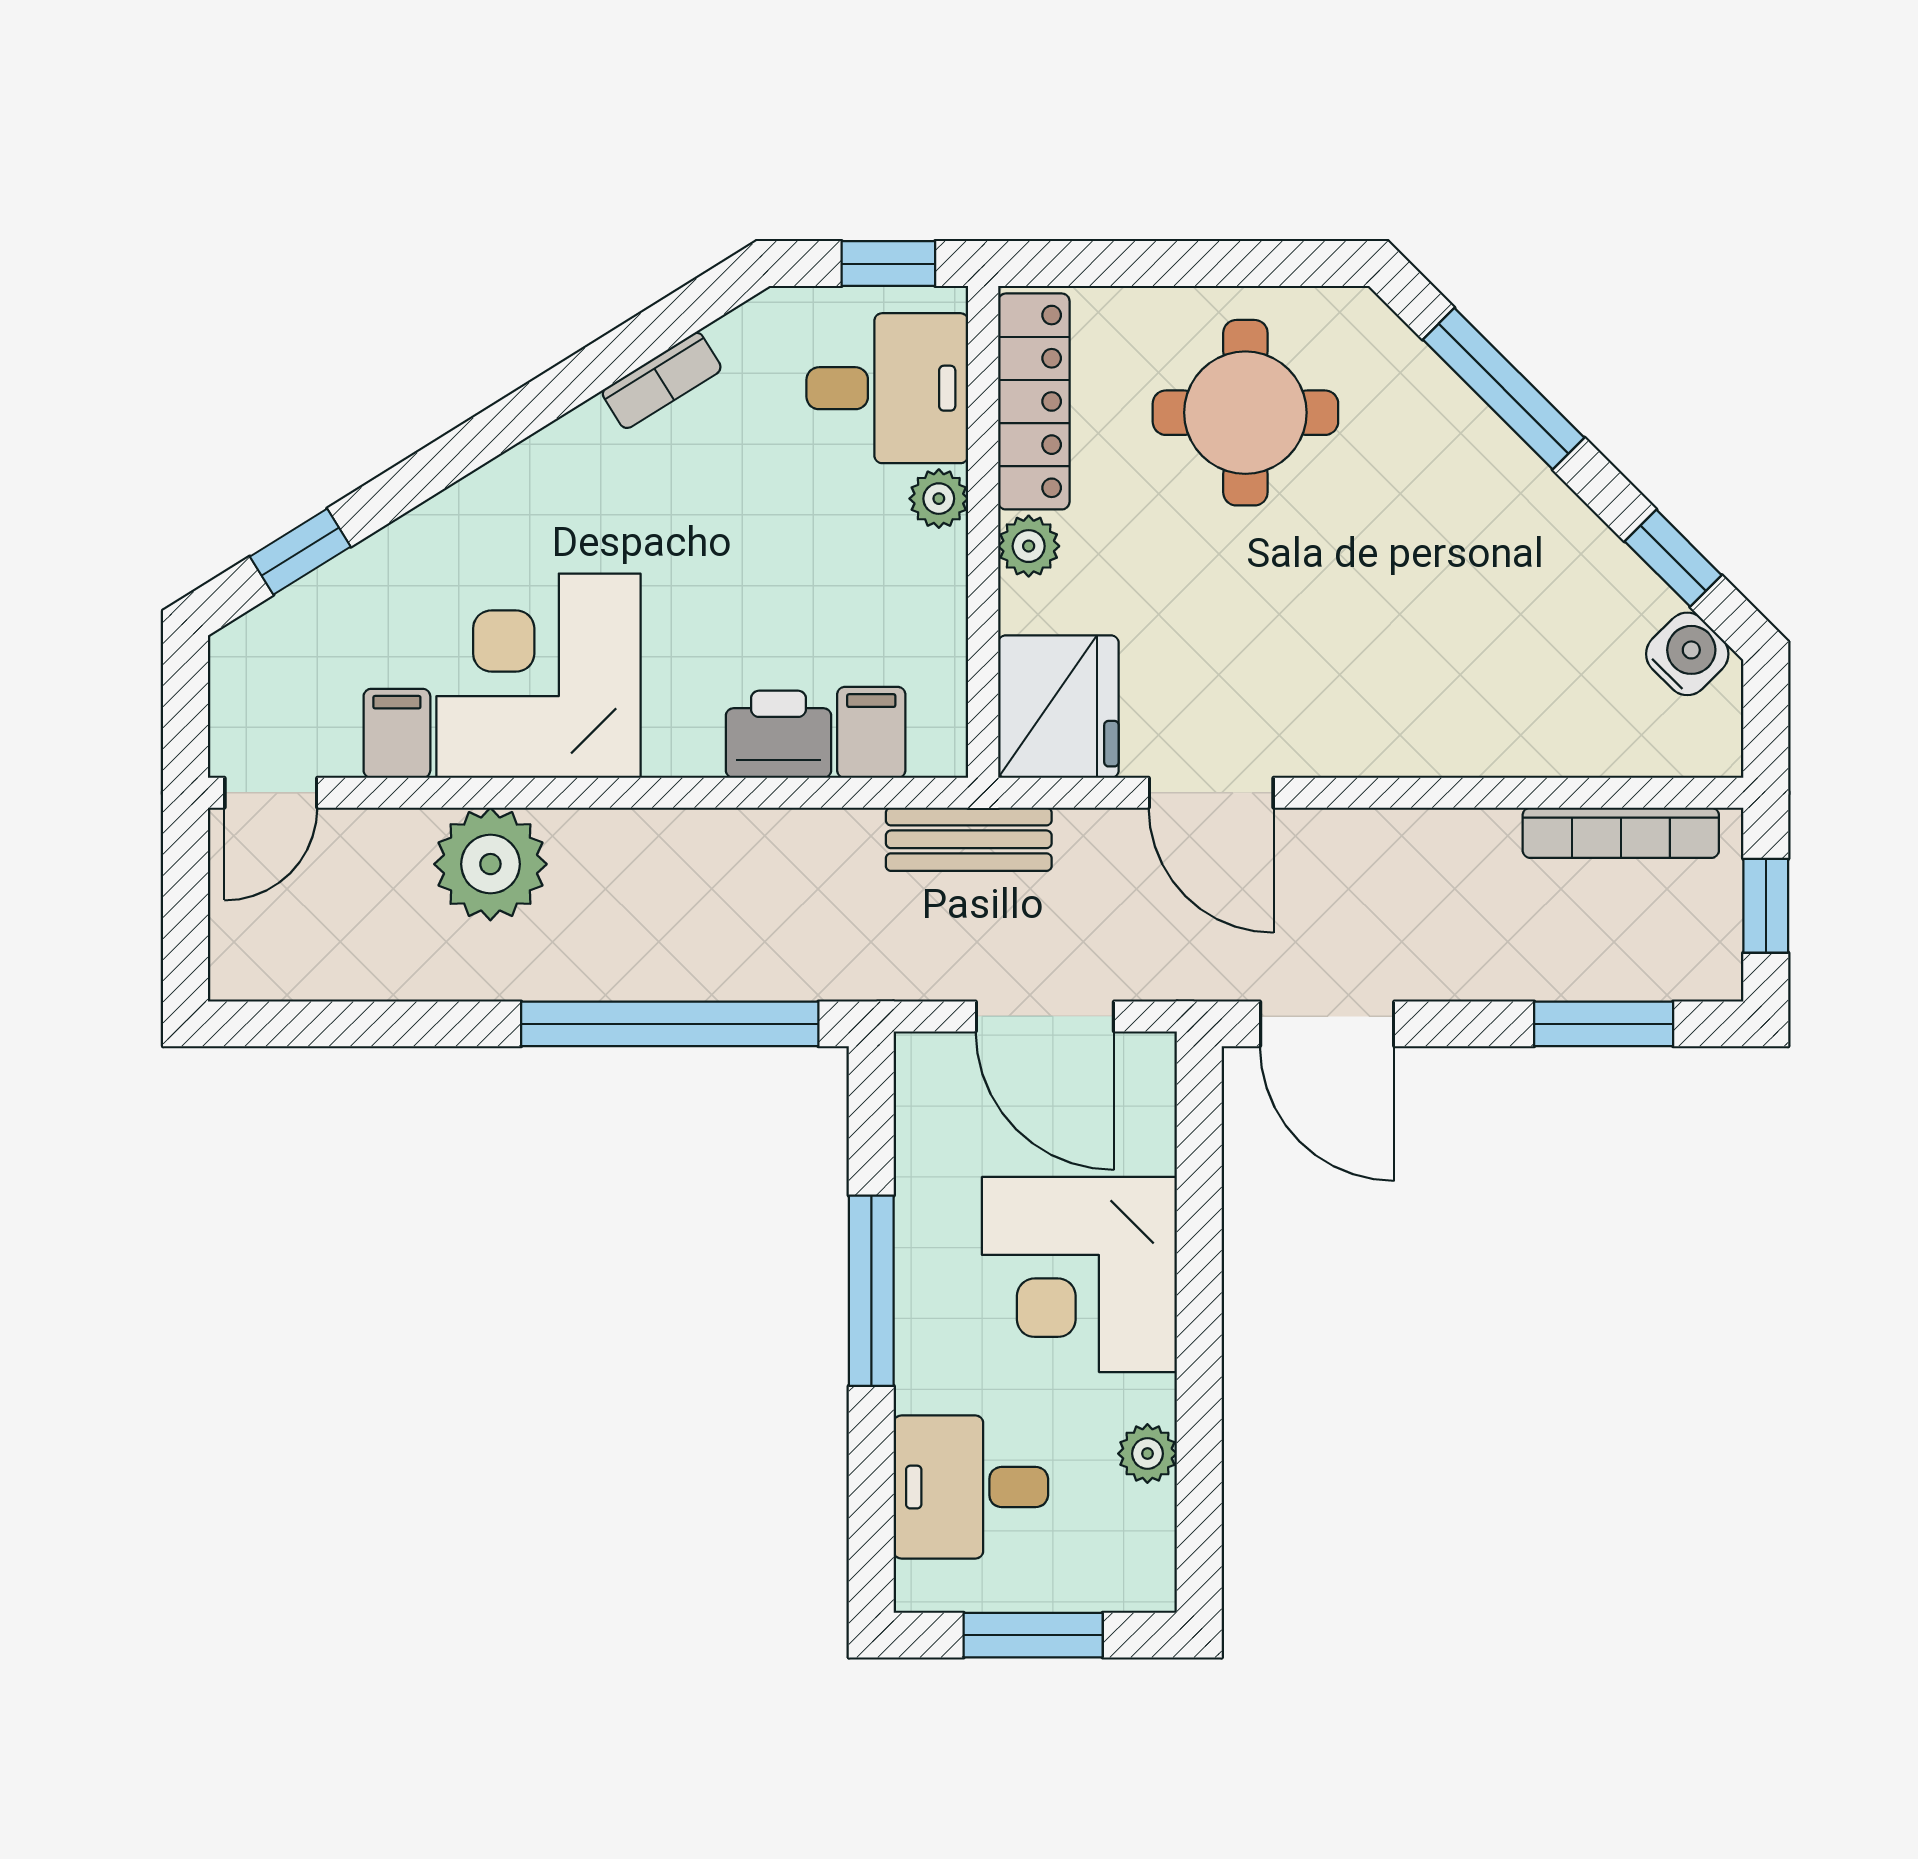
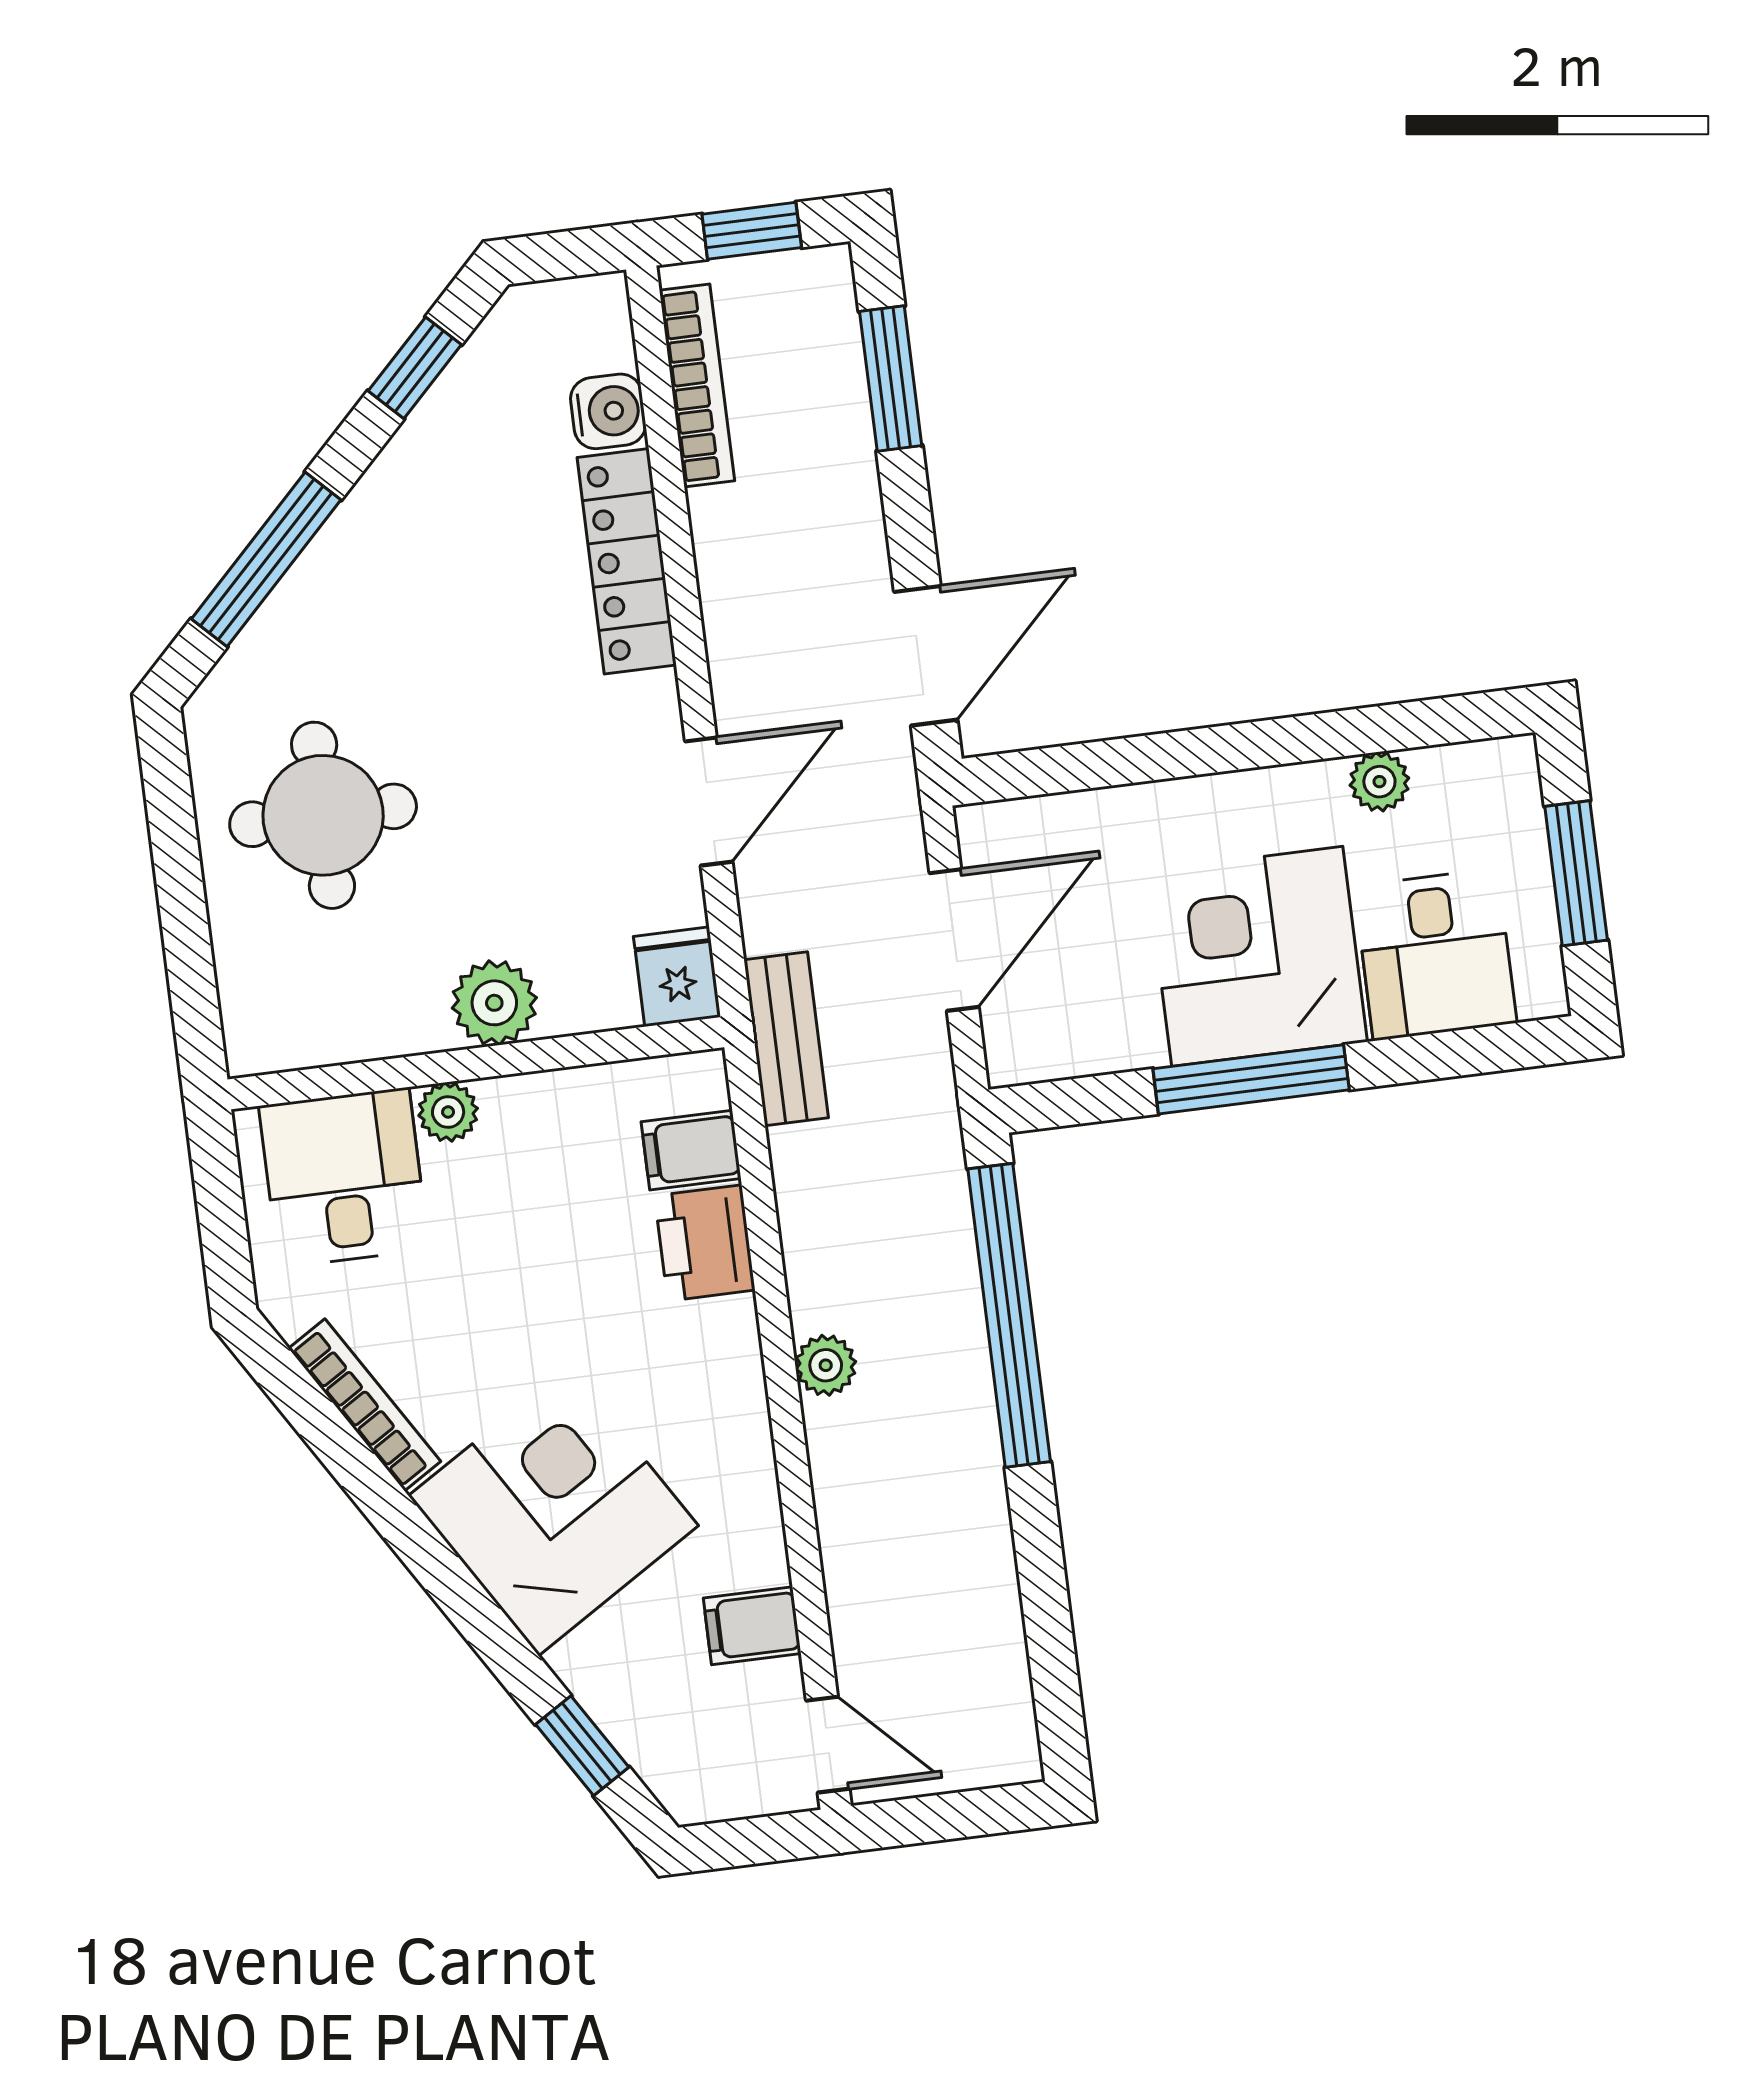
window: (888, 264) -> (219, 1192), removed
bookcase: (662, 380) -> (365, 1405), width x1.56
locker: (1034, 401) -> (627, 561), moved, turned -90
plant: (1029, 546) -> (494, 1003), width x1.38, depth x1.38
water cooler: (1687, 654) -> (608, 411), moved, turned 135
corner desk: (538, 676) -> (553, 1511), moved, turned 148
fridge: (1058, 707) -> (677, 977), width x0.53, depth x0.75
plant: (490, 864) -> (826, 1365), moved, width x0.53, depth x0.53
corner desk: (1079, 1275) -> (1257, 956), moved, turned 180

